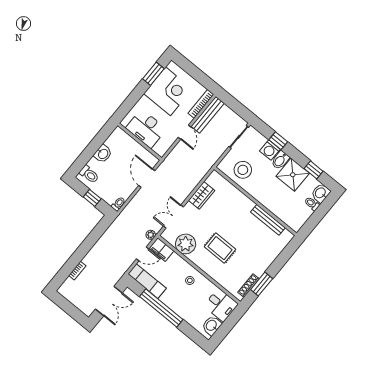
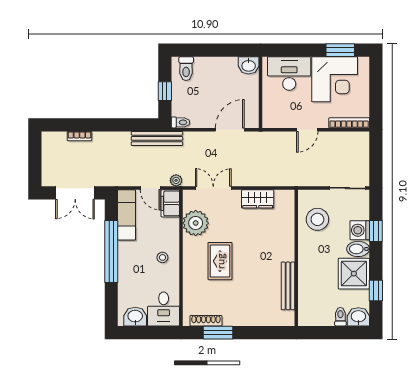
bench: (208, 115) -> (157, 138), moved
desk: (146, 129) -> (289, 73), moved, turned 90
washbasin: (103, 154) -> (249, 65), moved

